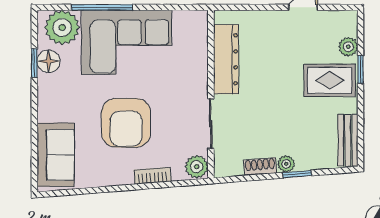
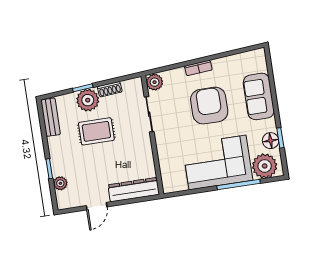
dresser: (226, 59) -> (134, 190), moved, turned 90
rug: (330, 80) -> (96, 131), moved
sofa: (56, 155) -> (259, 96), moved
plant: (286, 164) -> (88, 100), width x1.88, depth x1.88
bookcase: (153, 176) -> (198, 68), moved

